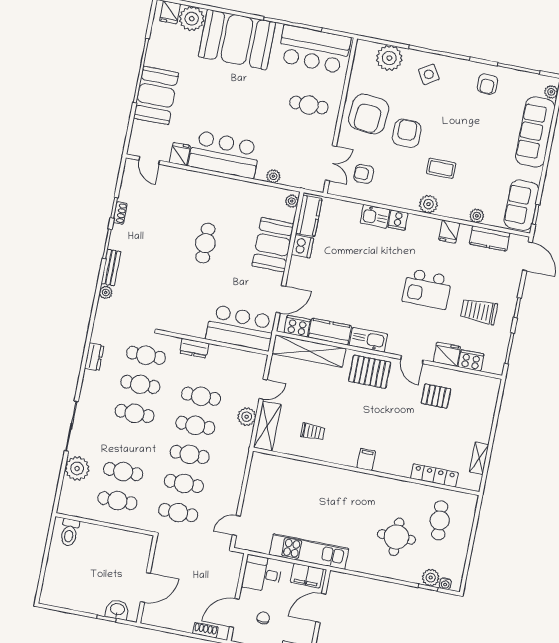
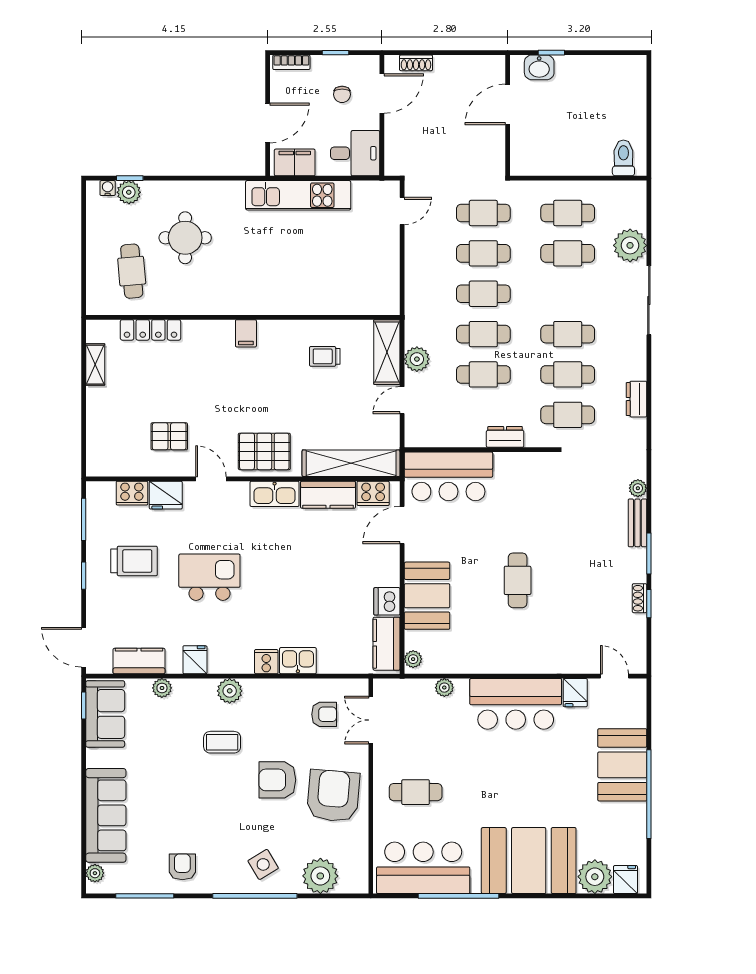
armchair: (407, 133) -> (277, 780), turned 90

